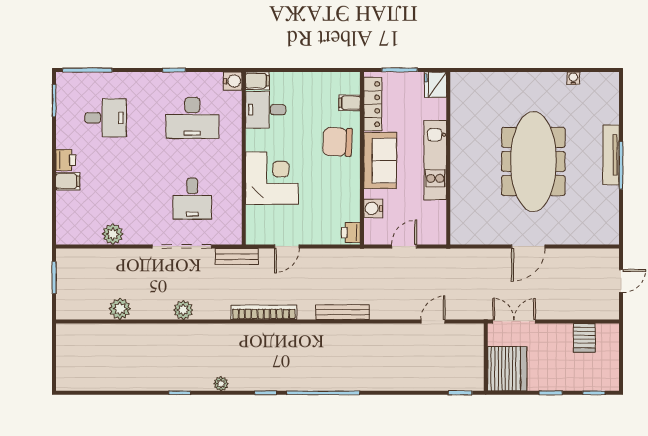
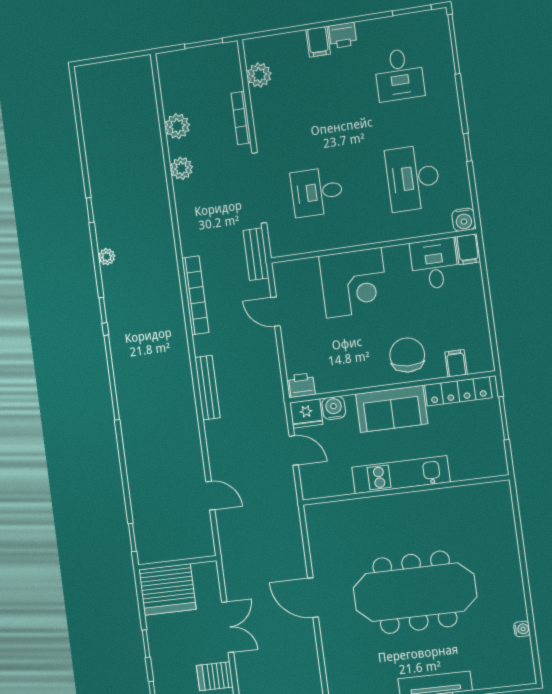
fridge: (435, 85) -> (306, 413), moved, turned 180
plant: (113, 234) -> (259, 75), moved
bookcase: (121, 254) -> (241, 118), added
plant: (183, 310) -> (181, 168), moved
double door: (514, 322) -> (228, 627), moved

